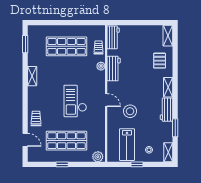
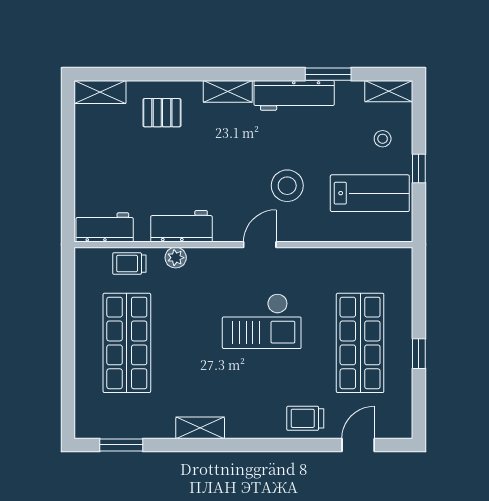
workbench: (167, 110) -> (294, 95), width x1.38
plant: (98, 157) -> (400, 266), removed

